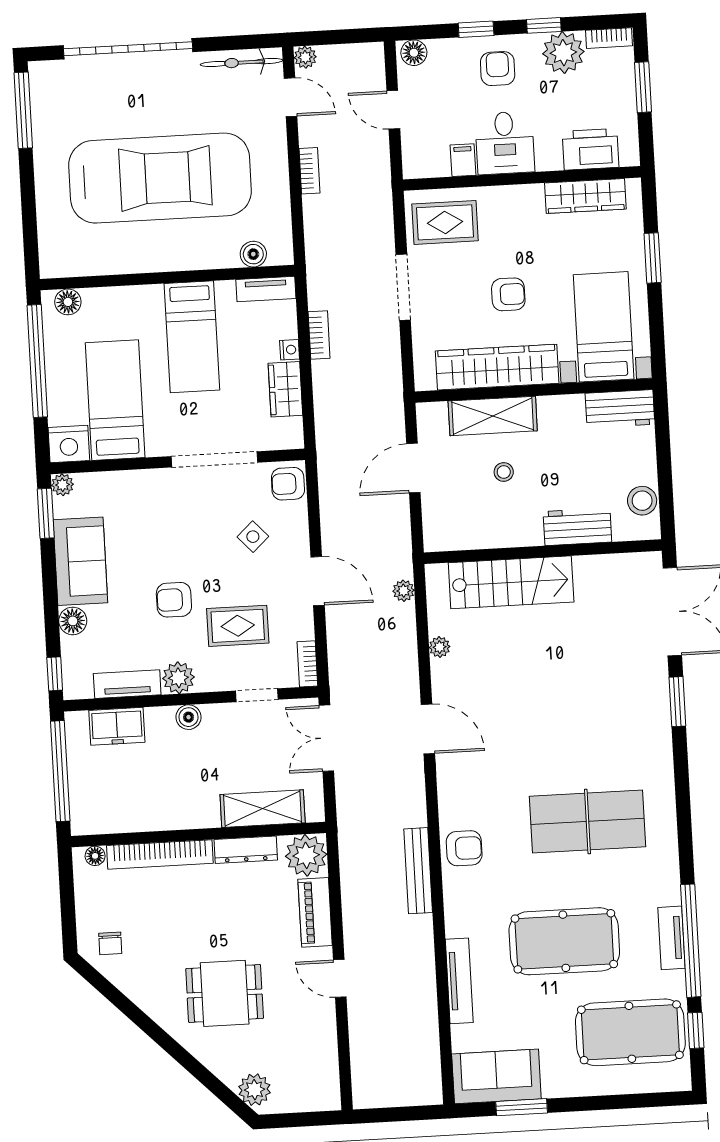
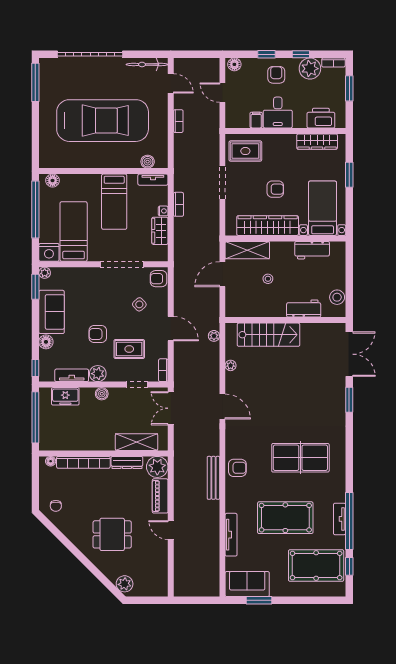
plant: (305, 57) -> (179, 64), removed
workbench: (620, 409) -> (312, 250), moved
shelving: (493, 416) -> (247, 250), moved

